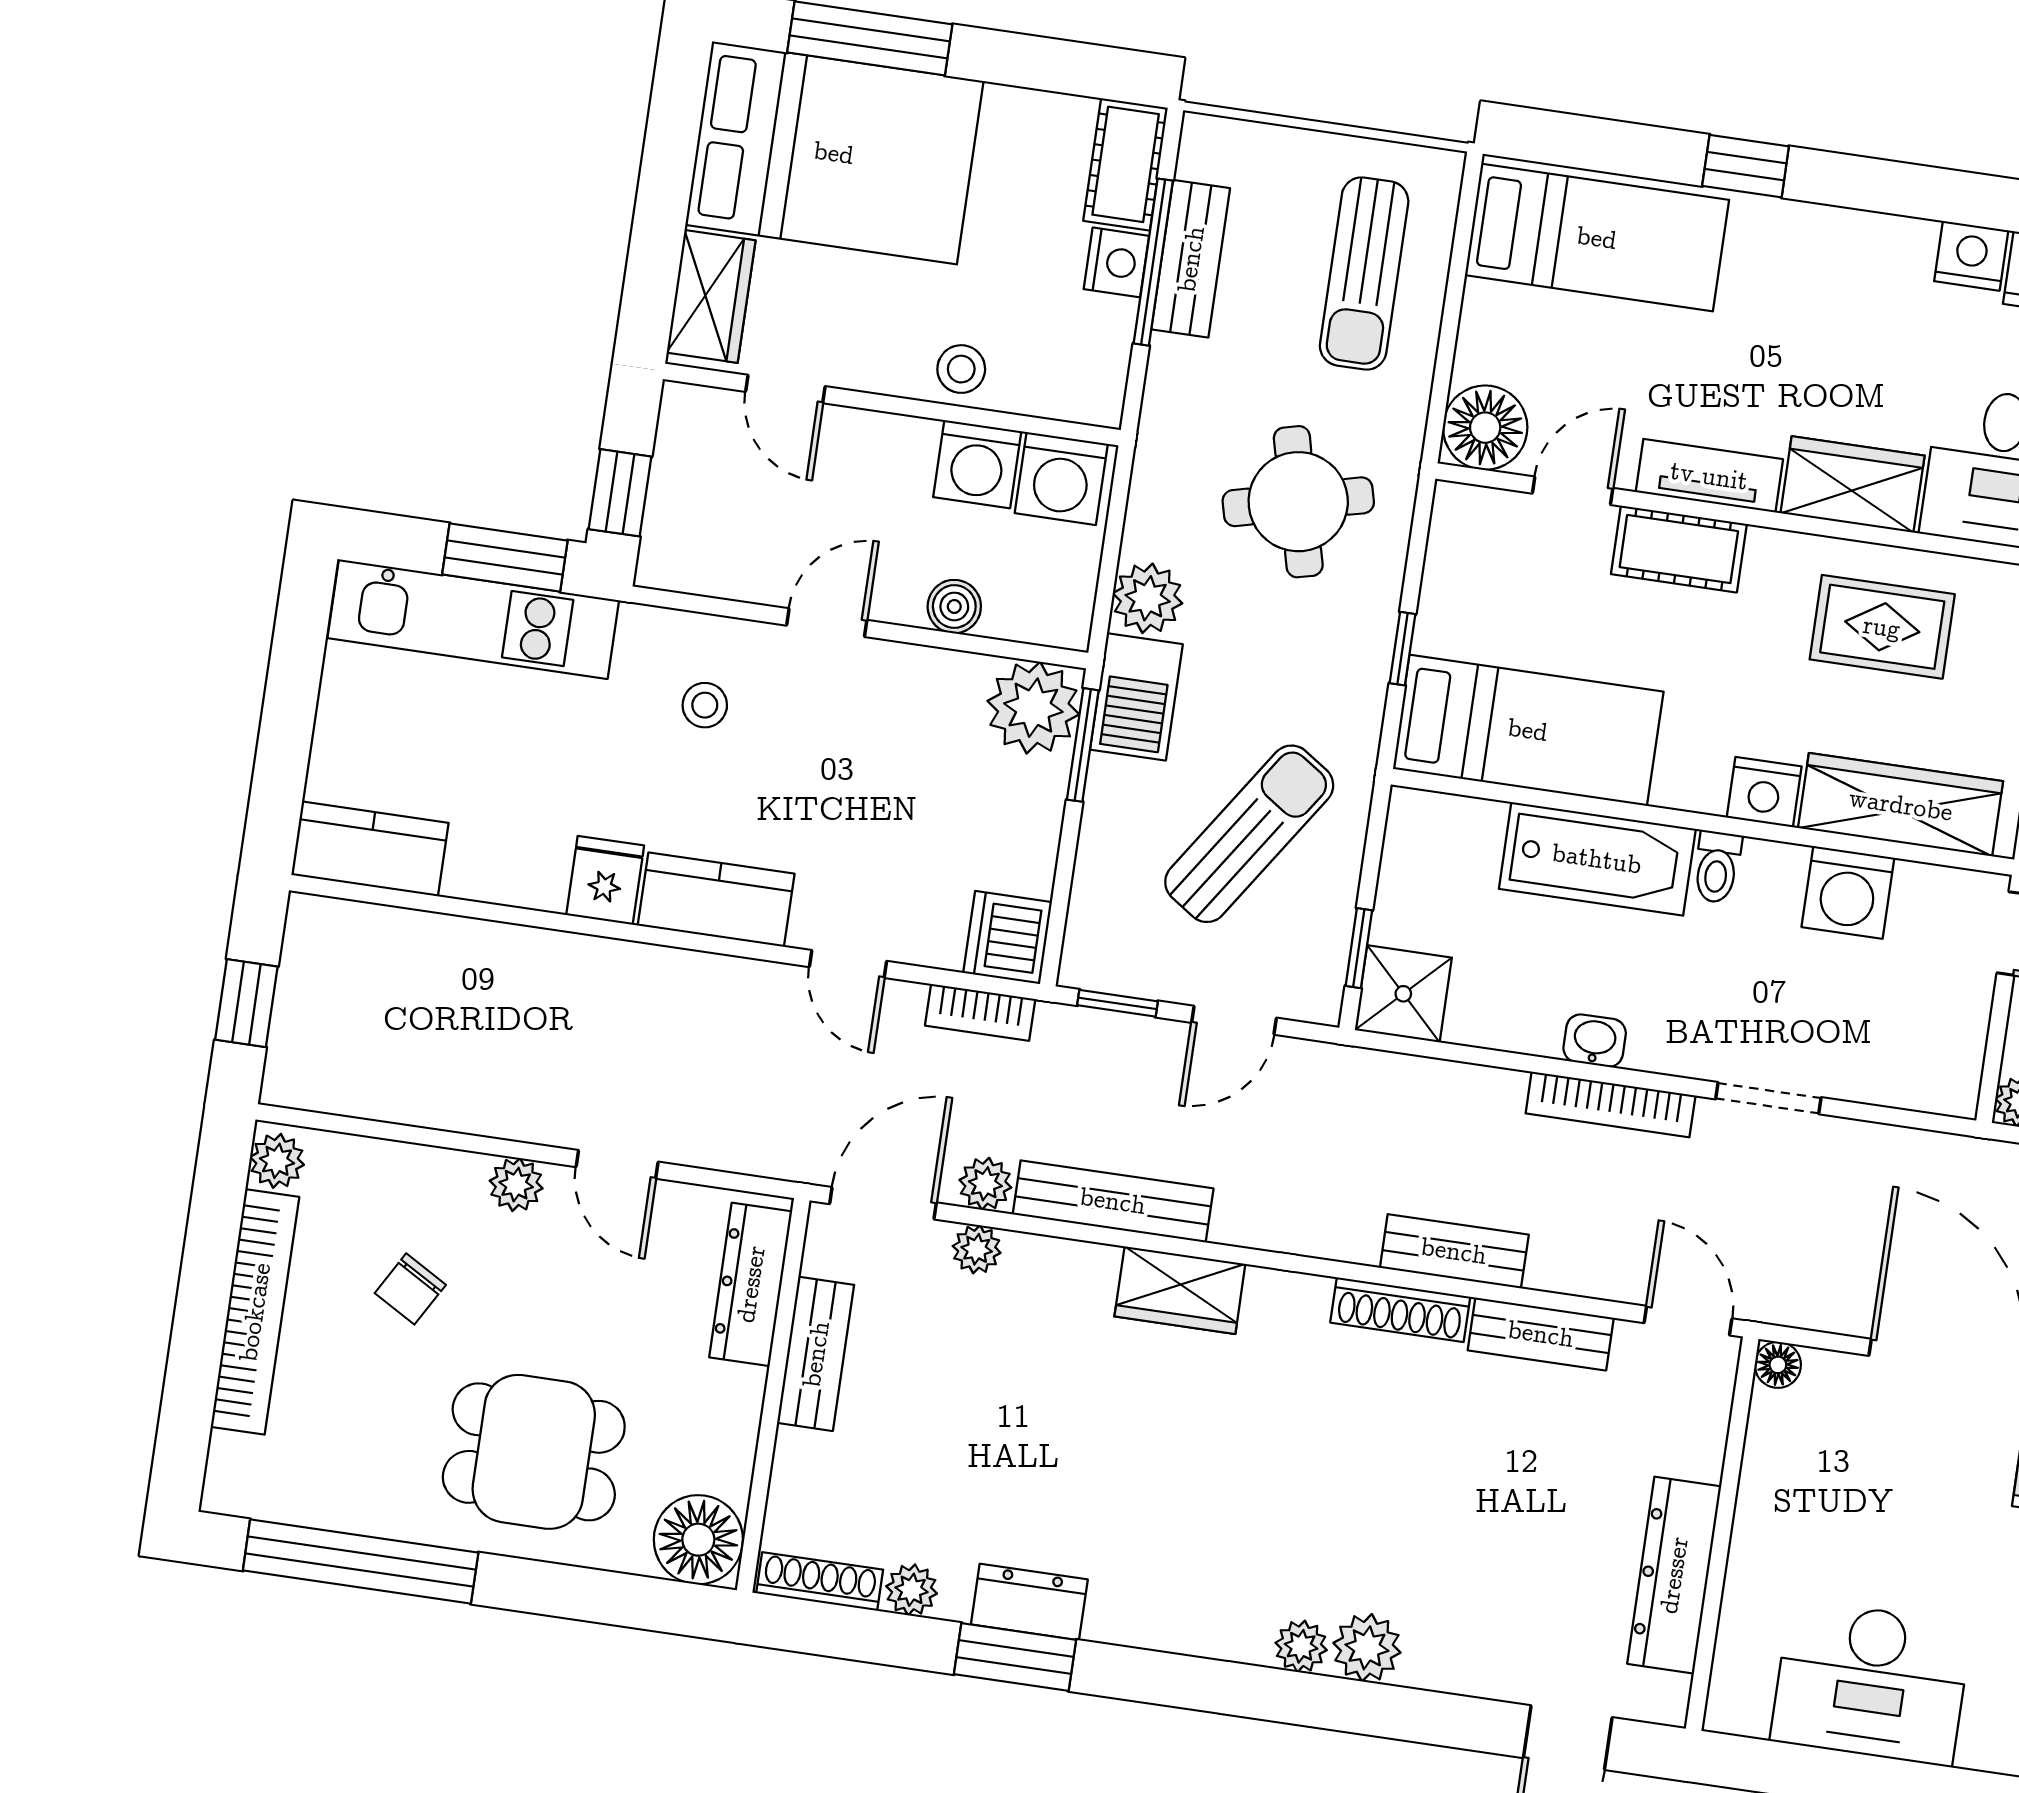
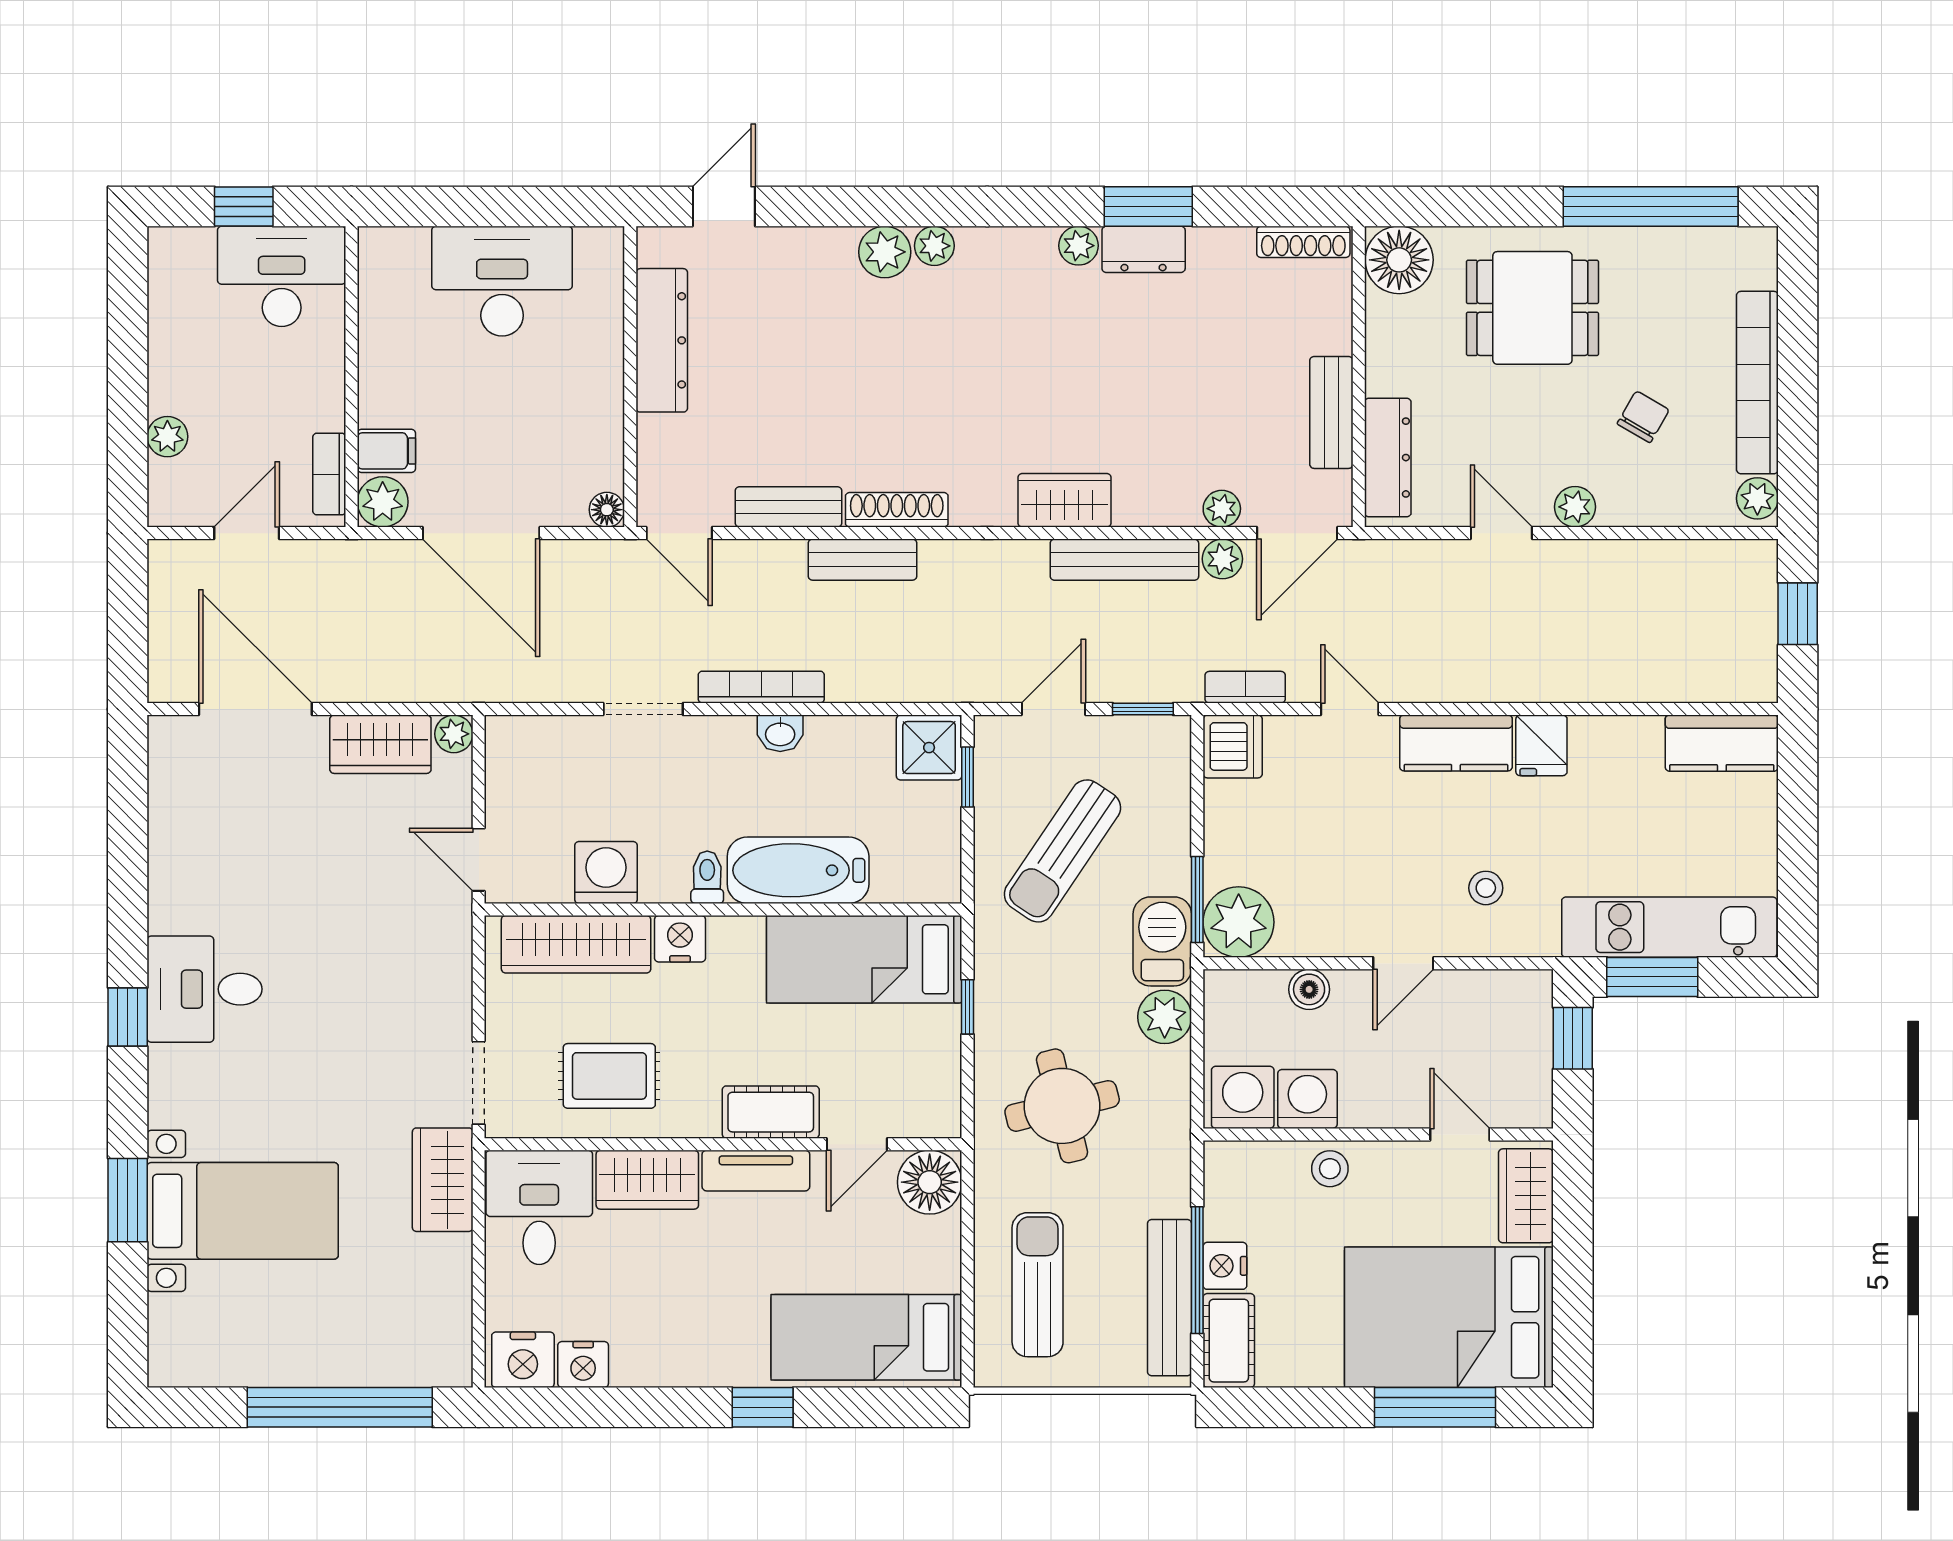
bench: (1191, 259) -> (1170, 1298), width x1.36
plant: (912, 1590) -> (1079, 246), moved

